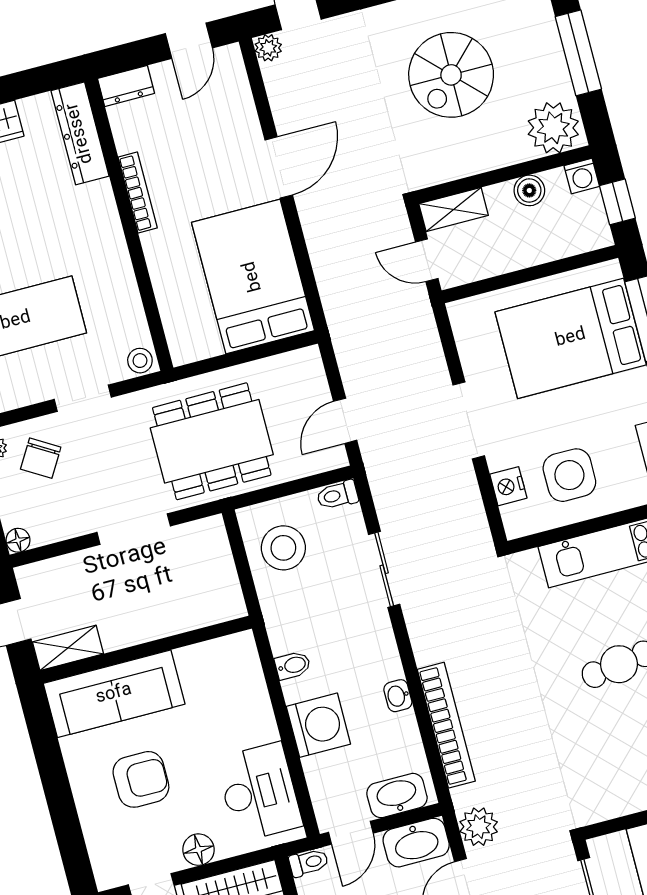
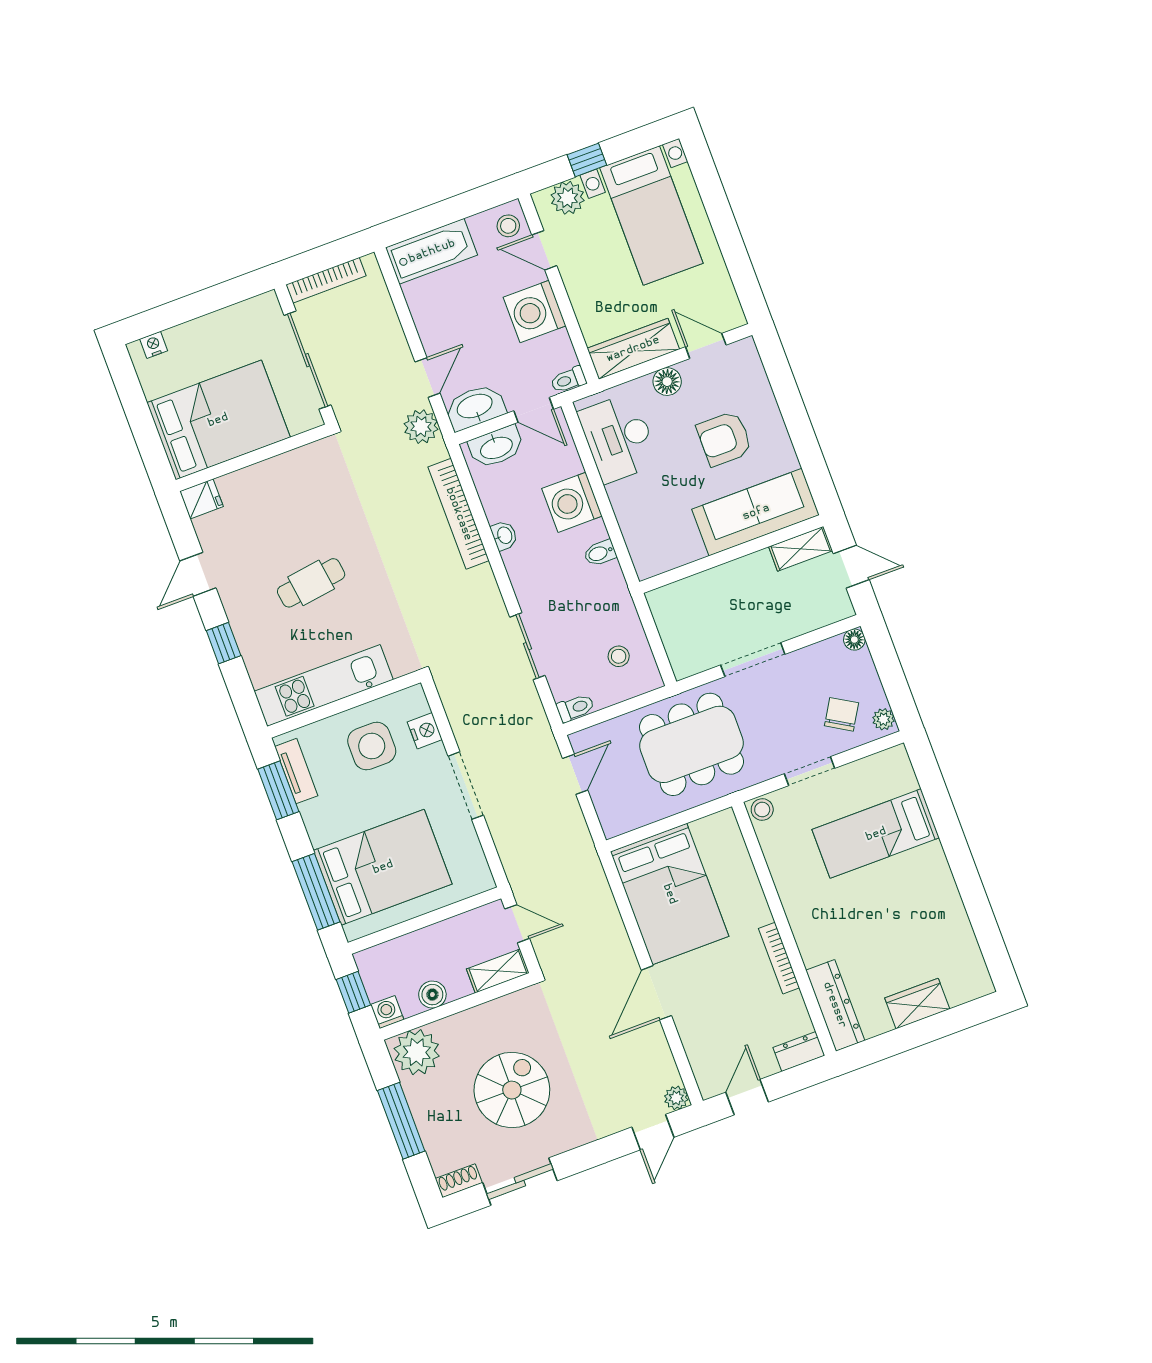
stool: (283, 548) -> (619, 656), width x0.53, depth x0.53
door: (351, 833) -> (534, 410), swing flipped

